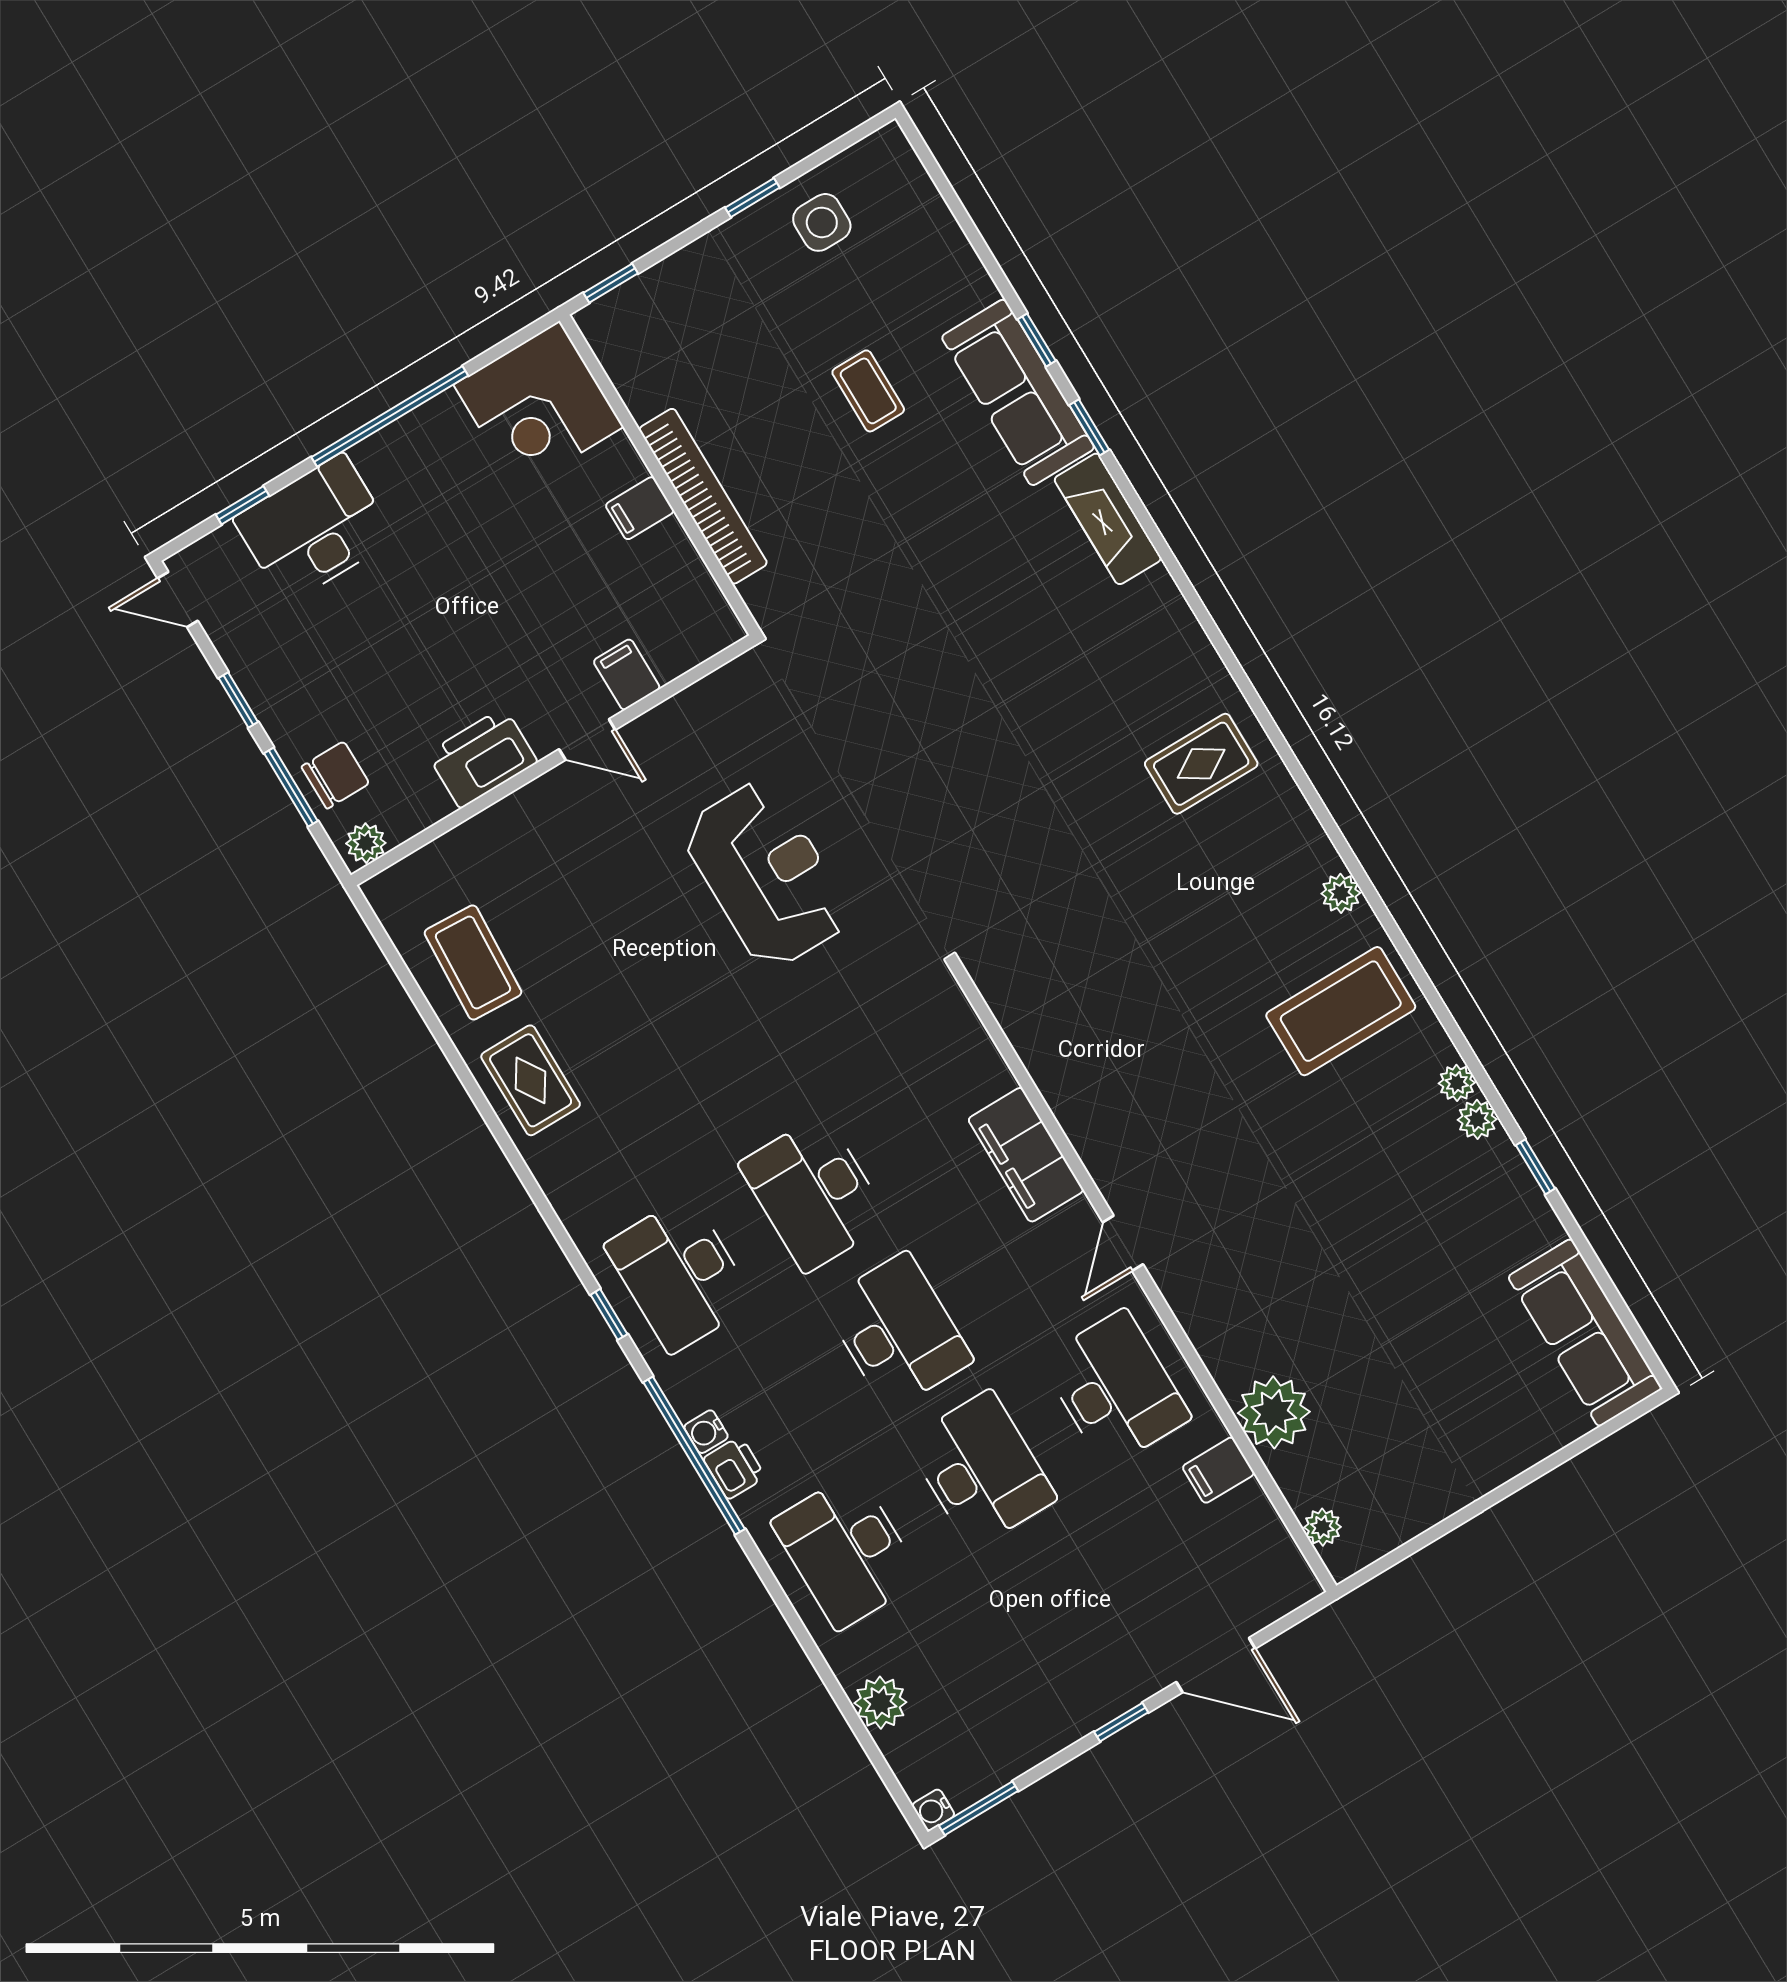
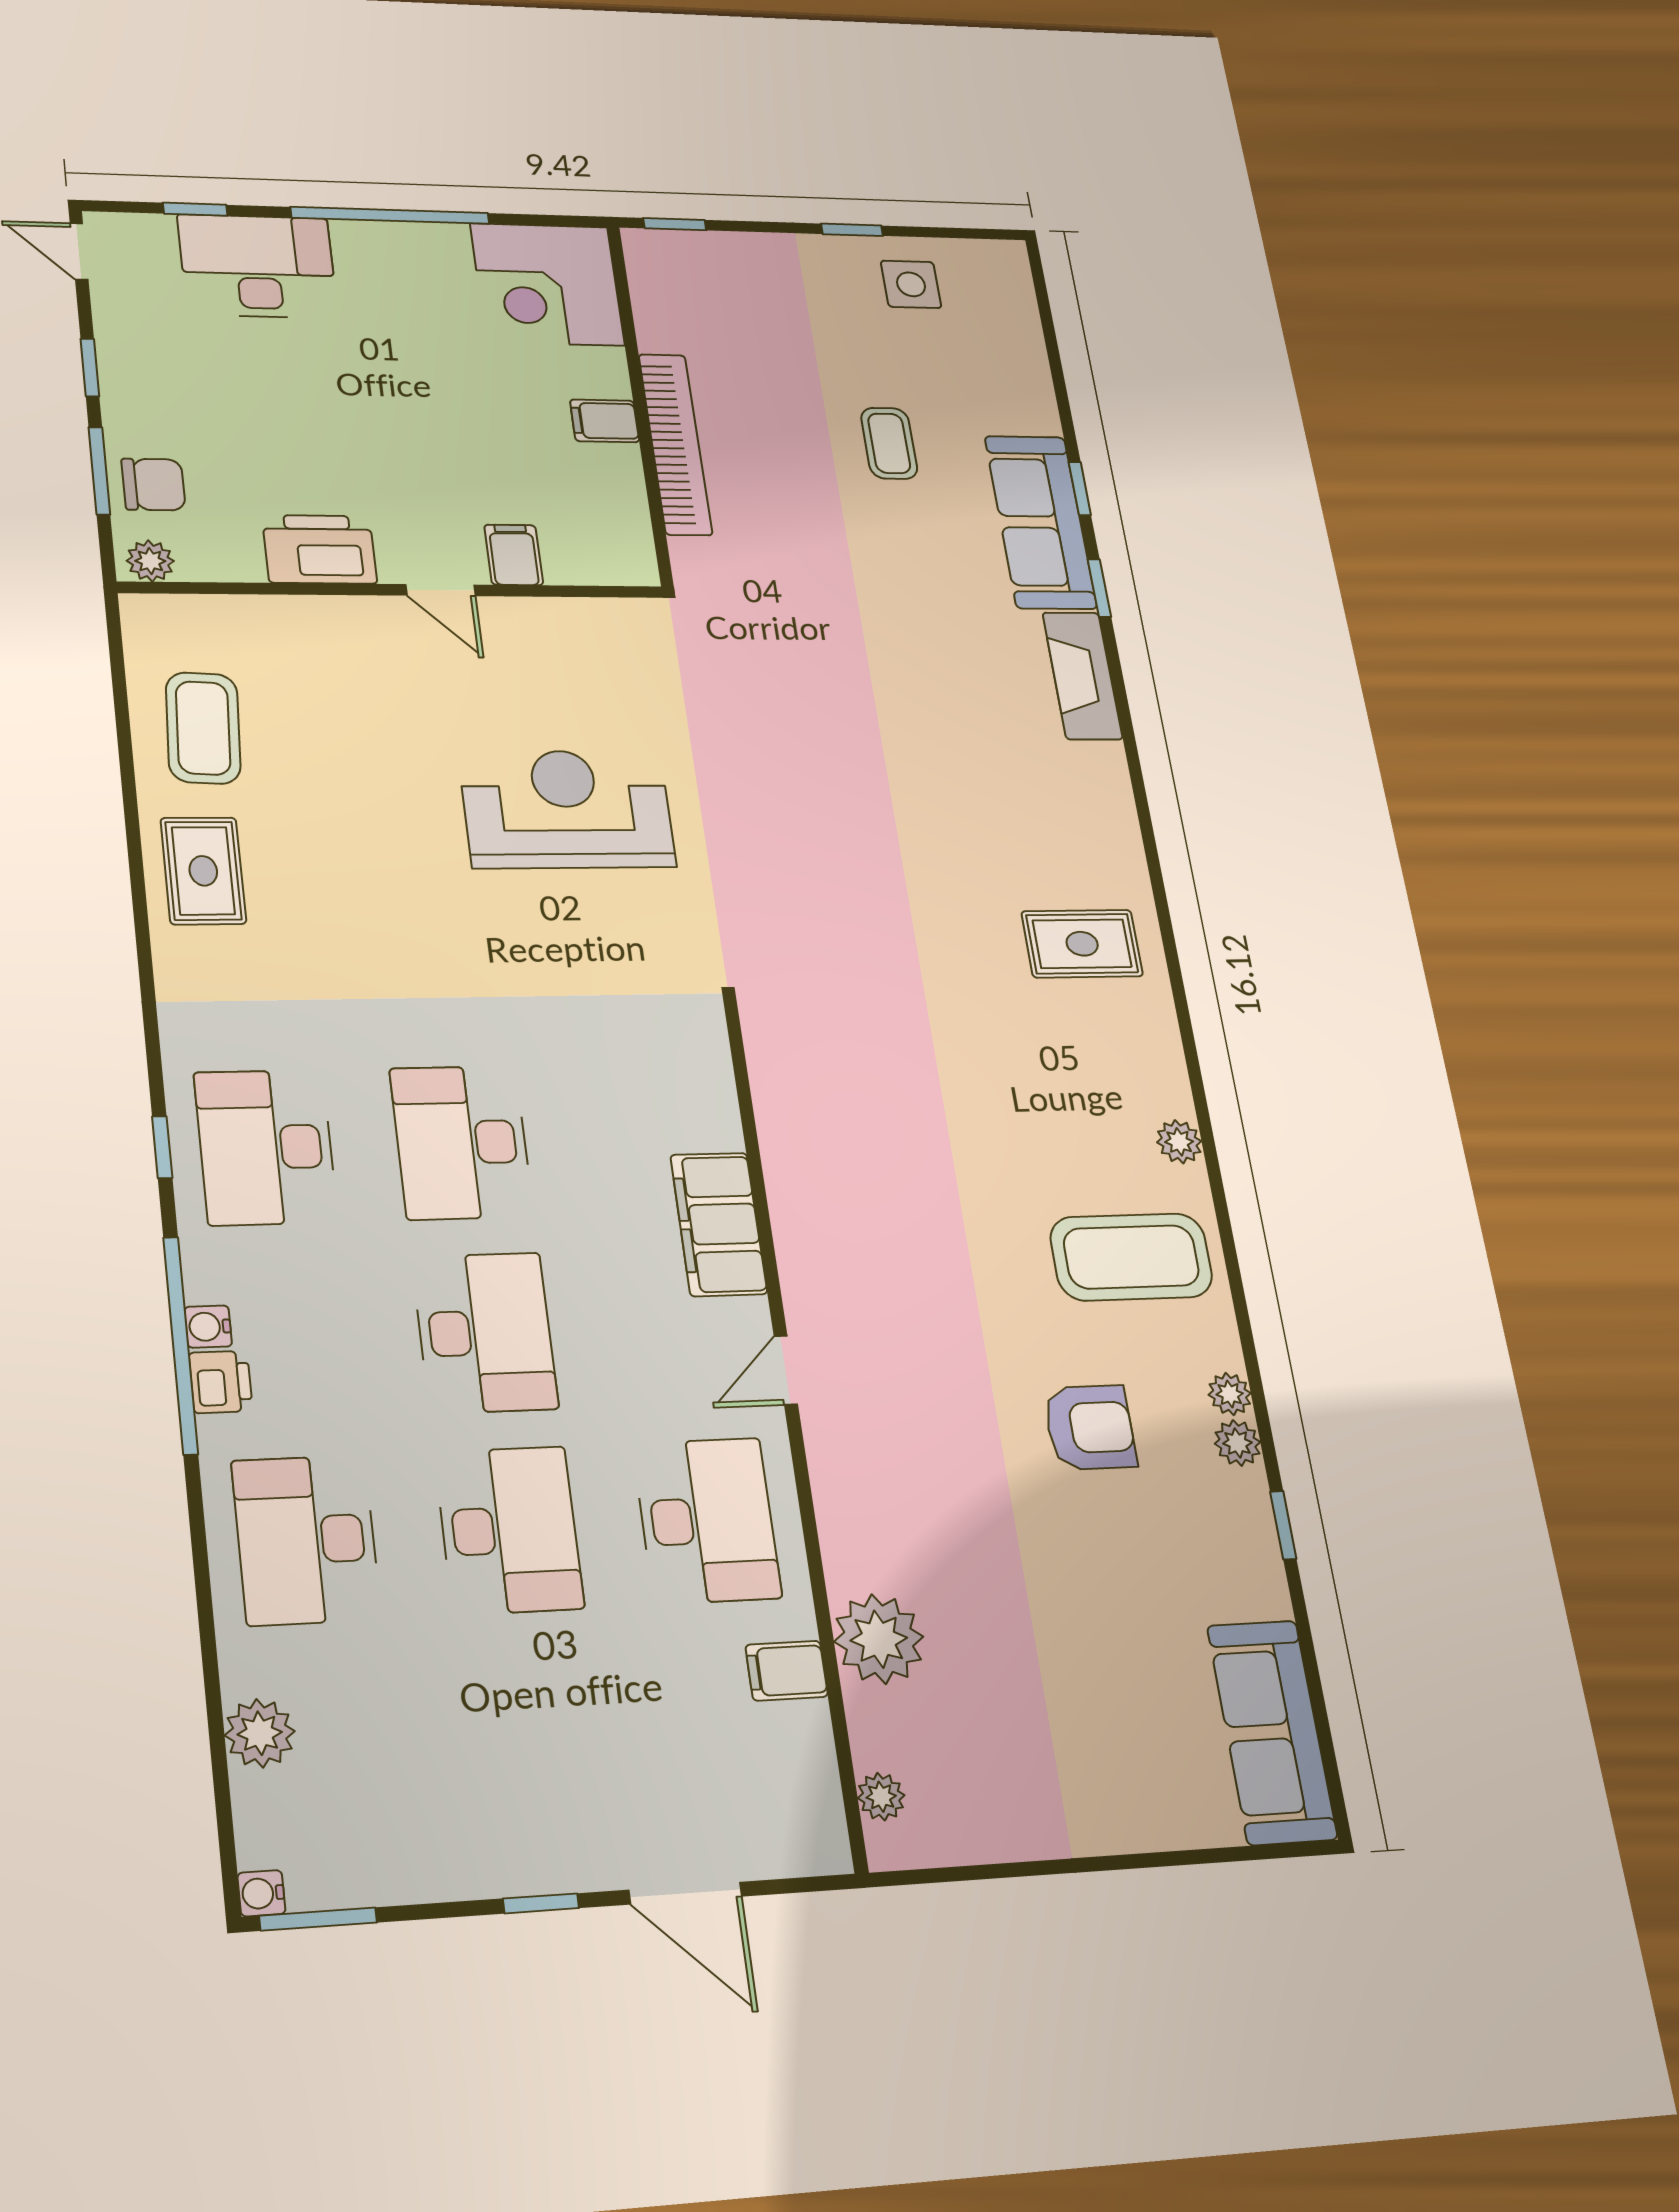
reception desk: (766, 875) -> (567, 809), turned -90
armchair: (1362, 1167) -> (1090, 1427), added

